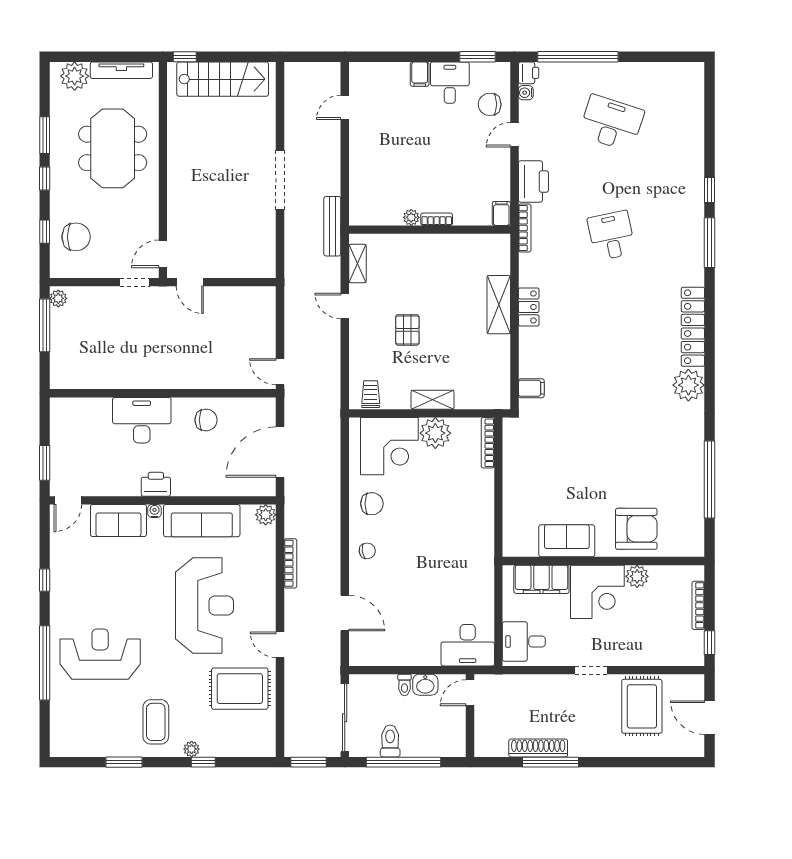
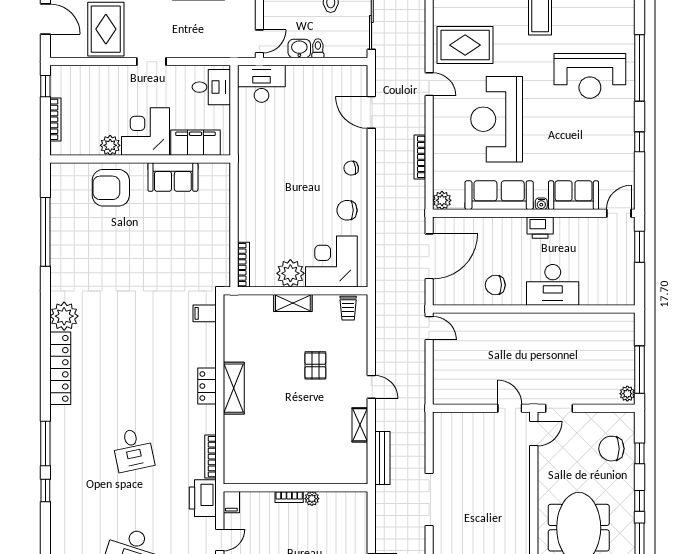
filing cabinet: (501, 213) -> (231, 502), moved
plant: (411, 217) -> (312, 499), moved
bookcase: (437, 219) -> (289, 497), moved
wall: (430, 230) -> (295, 488), moved

